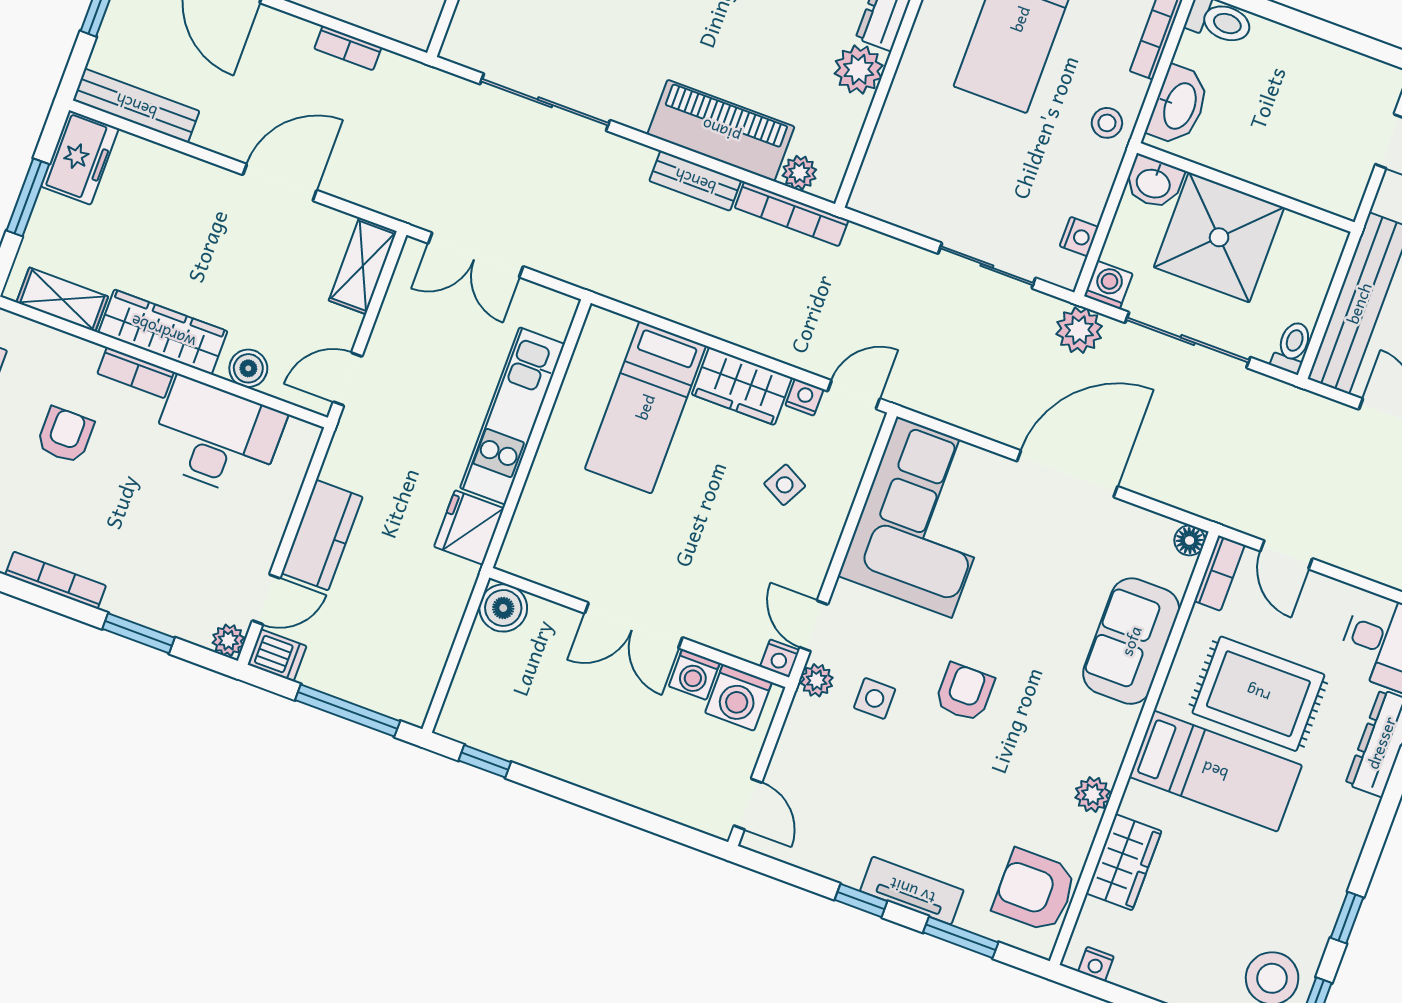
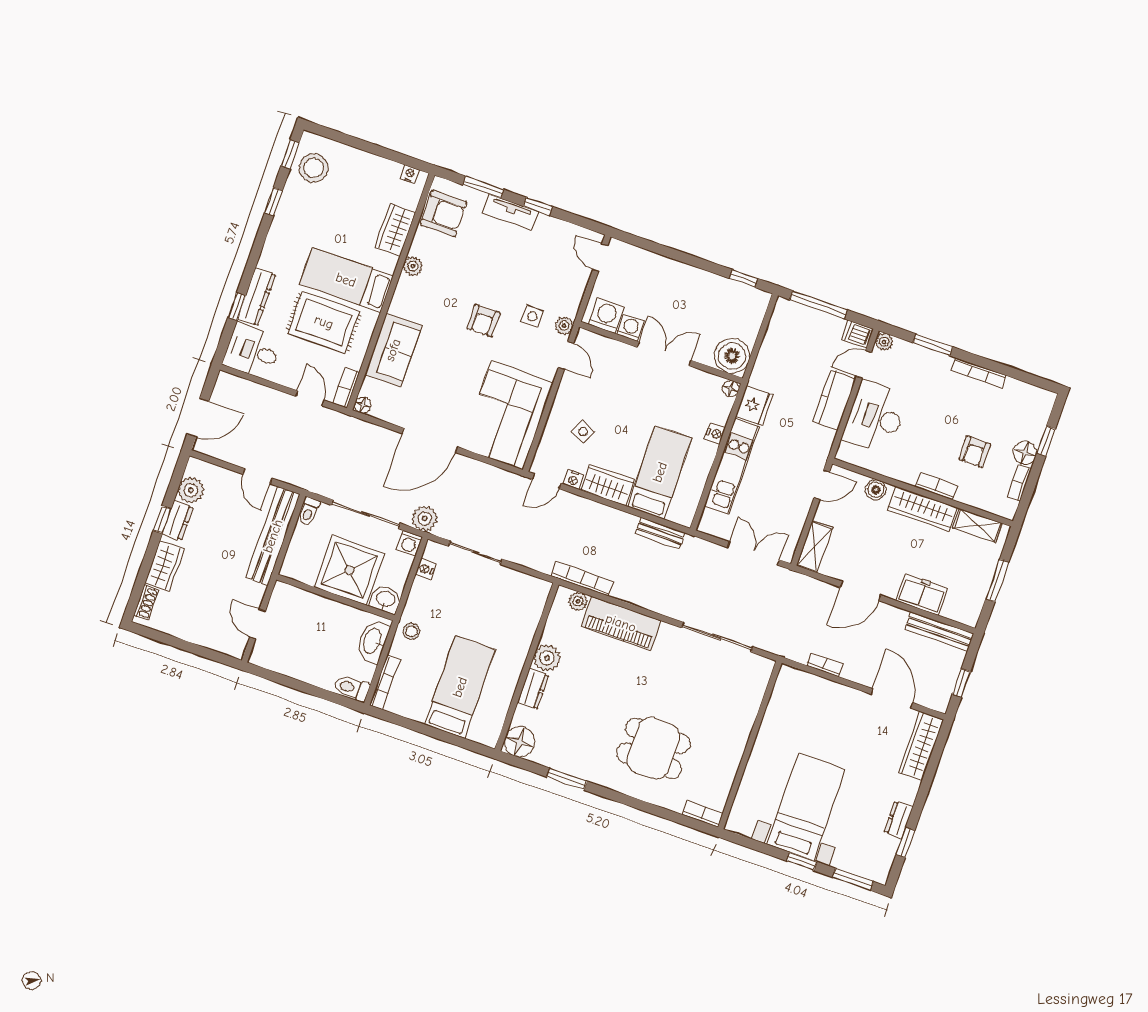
freezer: (80, 157) -> (922, 594), moved, turned 90
bench: (695, 181) -> (660, 533), moved
desk: (217, 437) -> (875, 417), moved, turned 90
floor lamp: (512, 559) -> (731, 389), added
boiler: (503, 608) -> (732, 356), width x1.37, depth x1.37
nightstand: (780, 658) -> (715, 434), moved, turned 90

